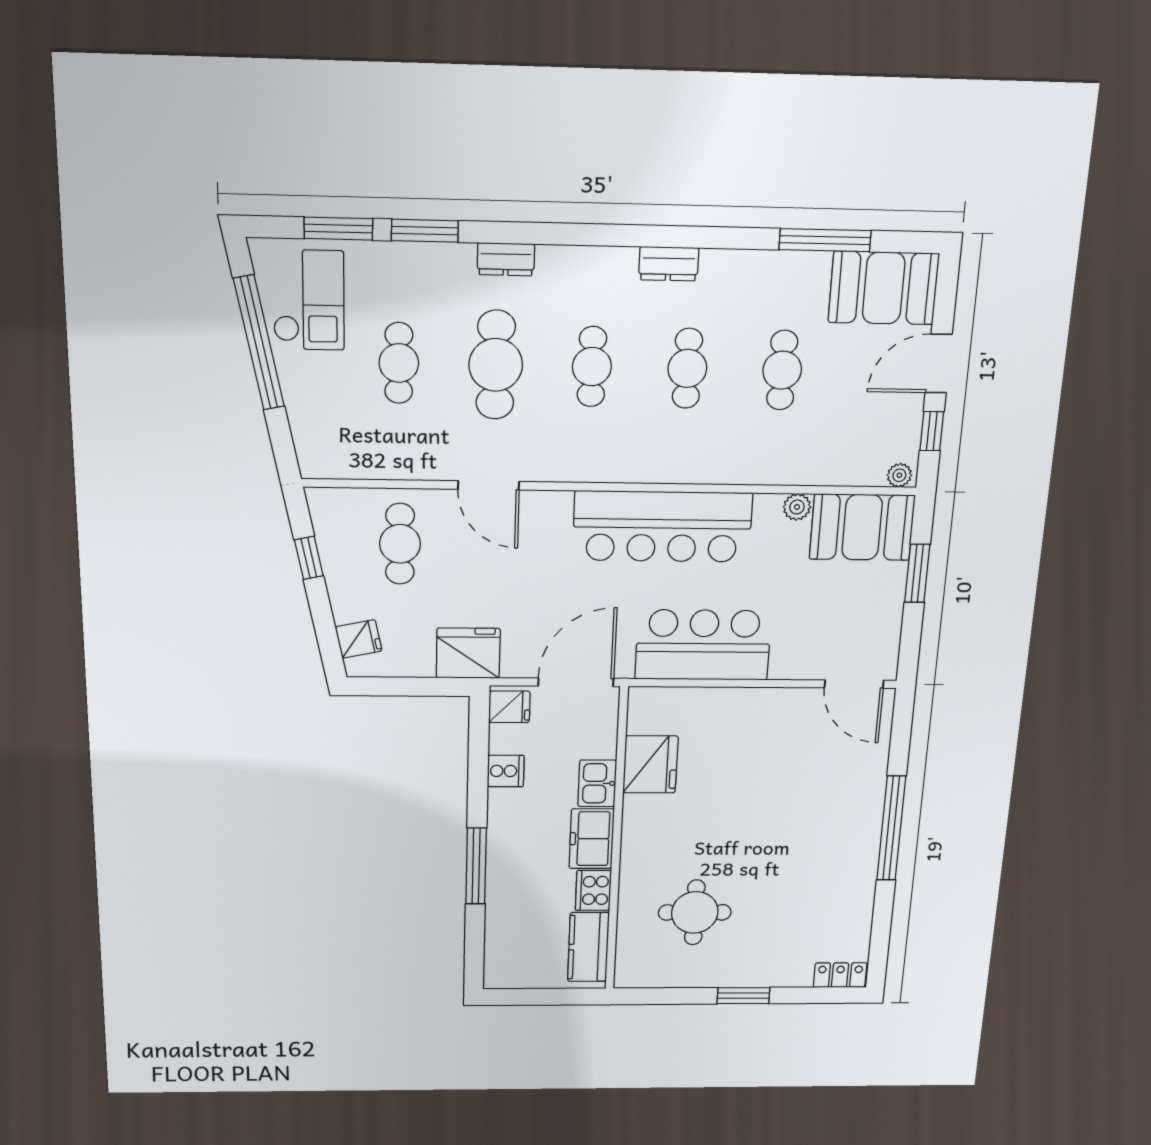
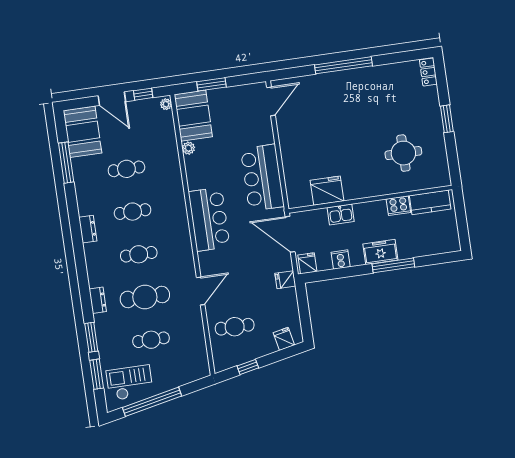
bar counter: (662, 527) -> (209, 219), width x0.73
fridge: (468, 653) -> (285, 280), width x0.53, depth x0.75
freezer: (592, 839) -> (380, 252), moved, turned 180

